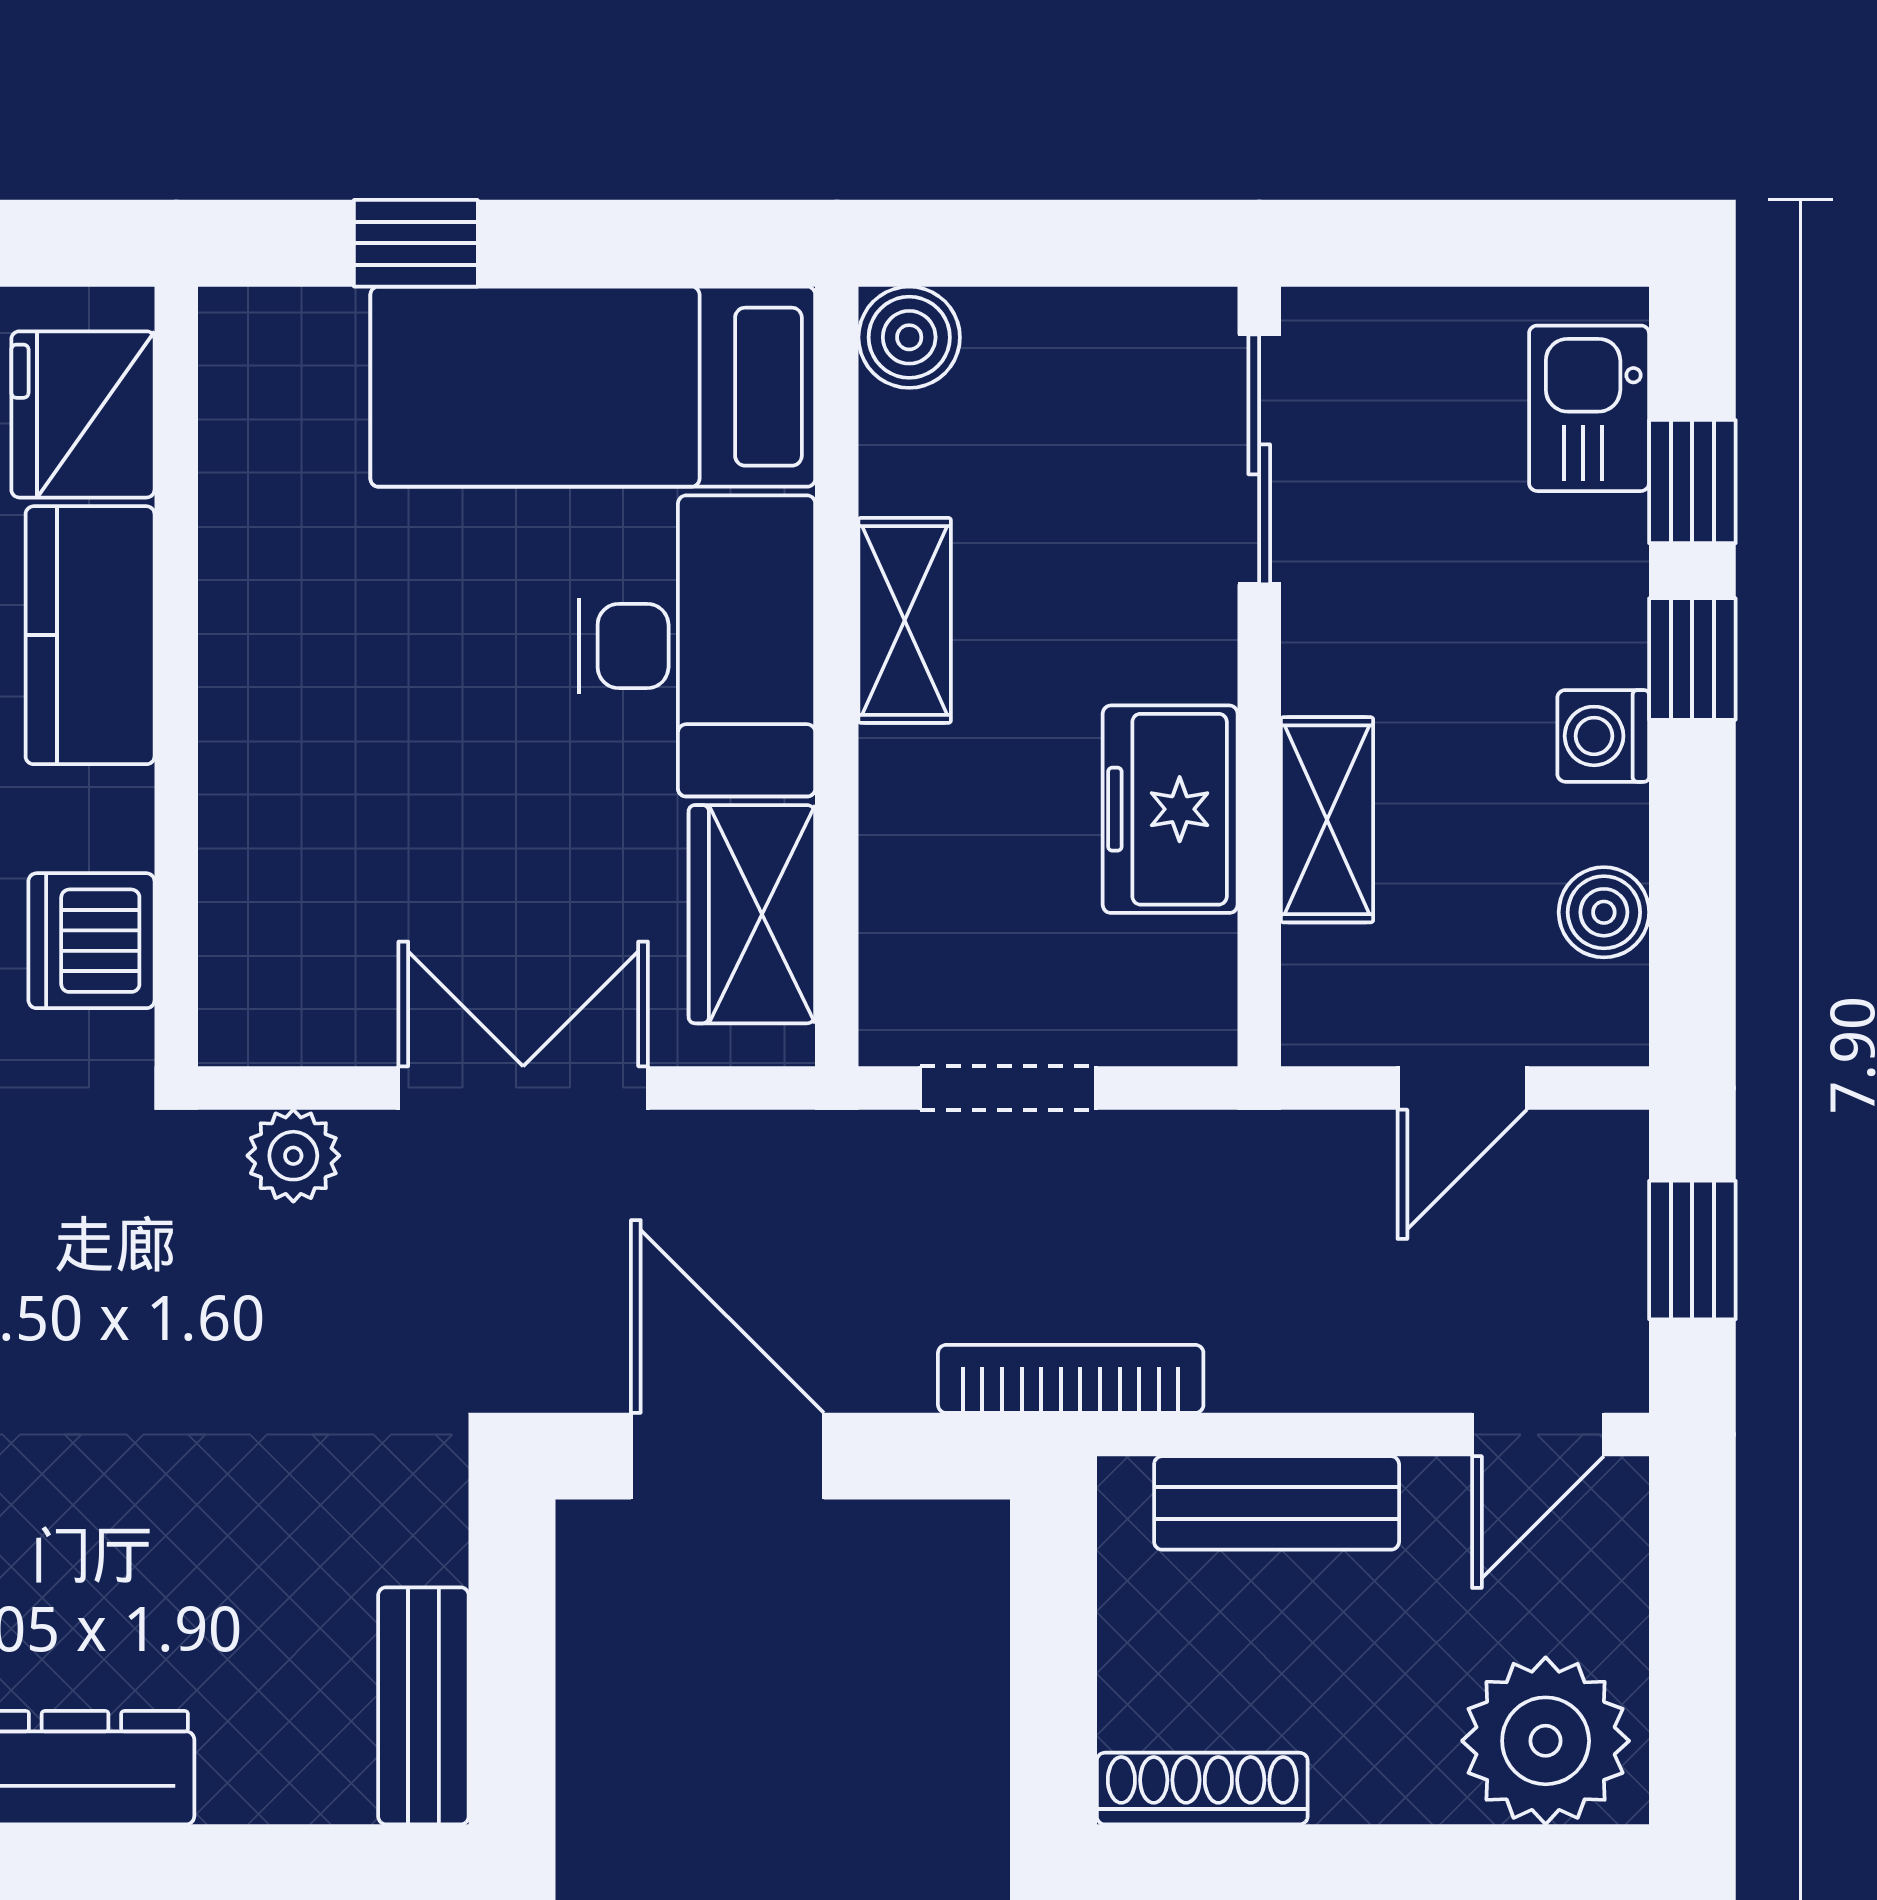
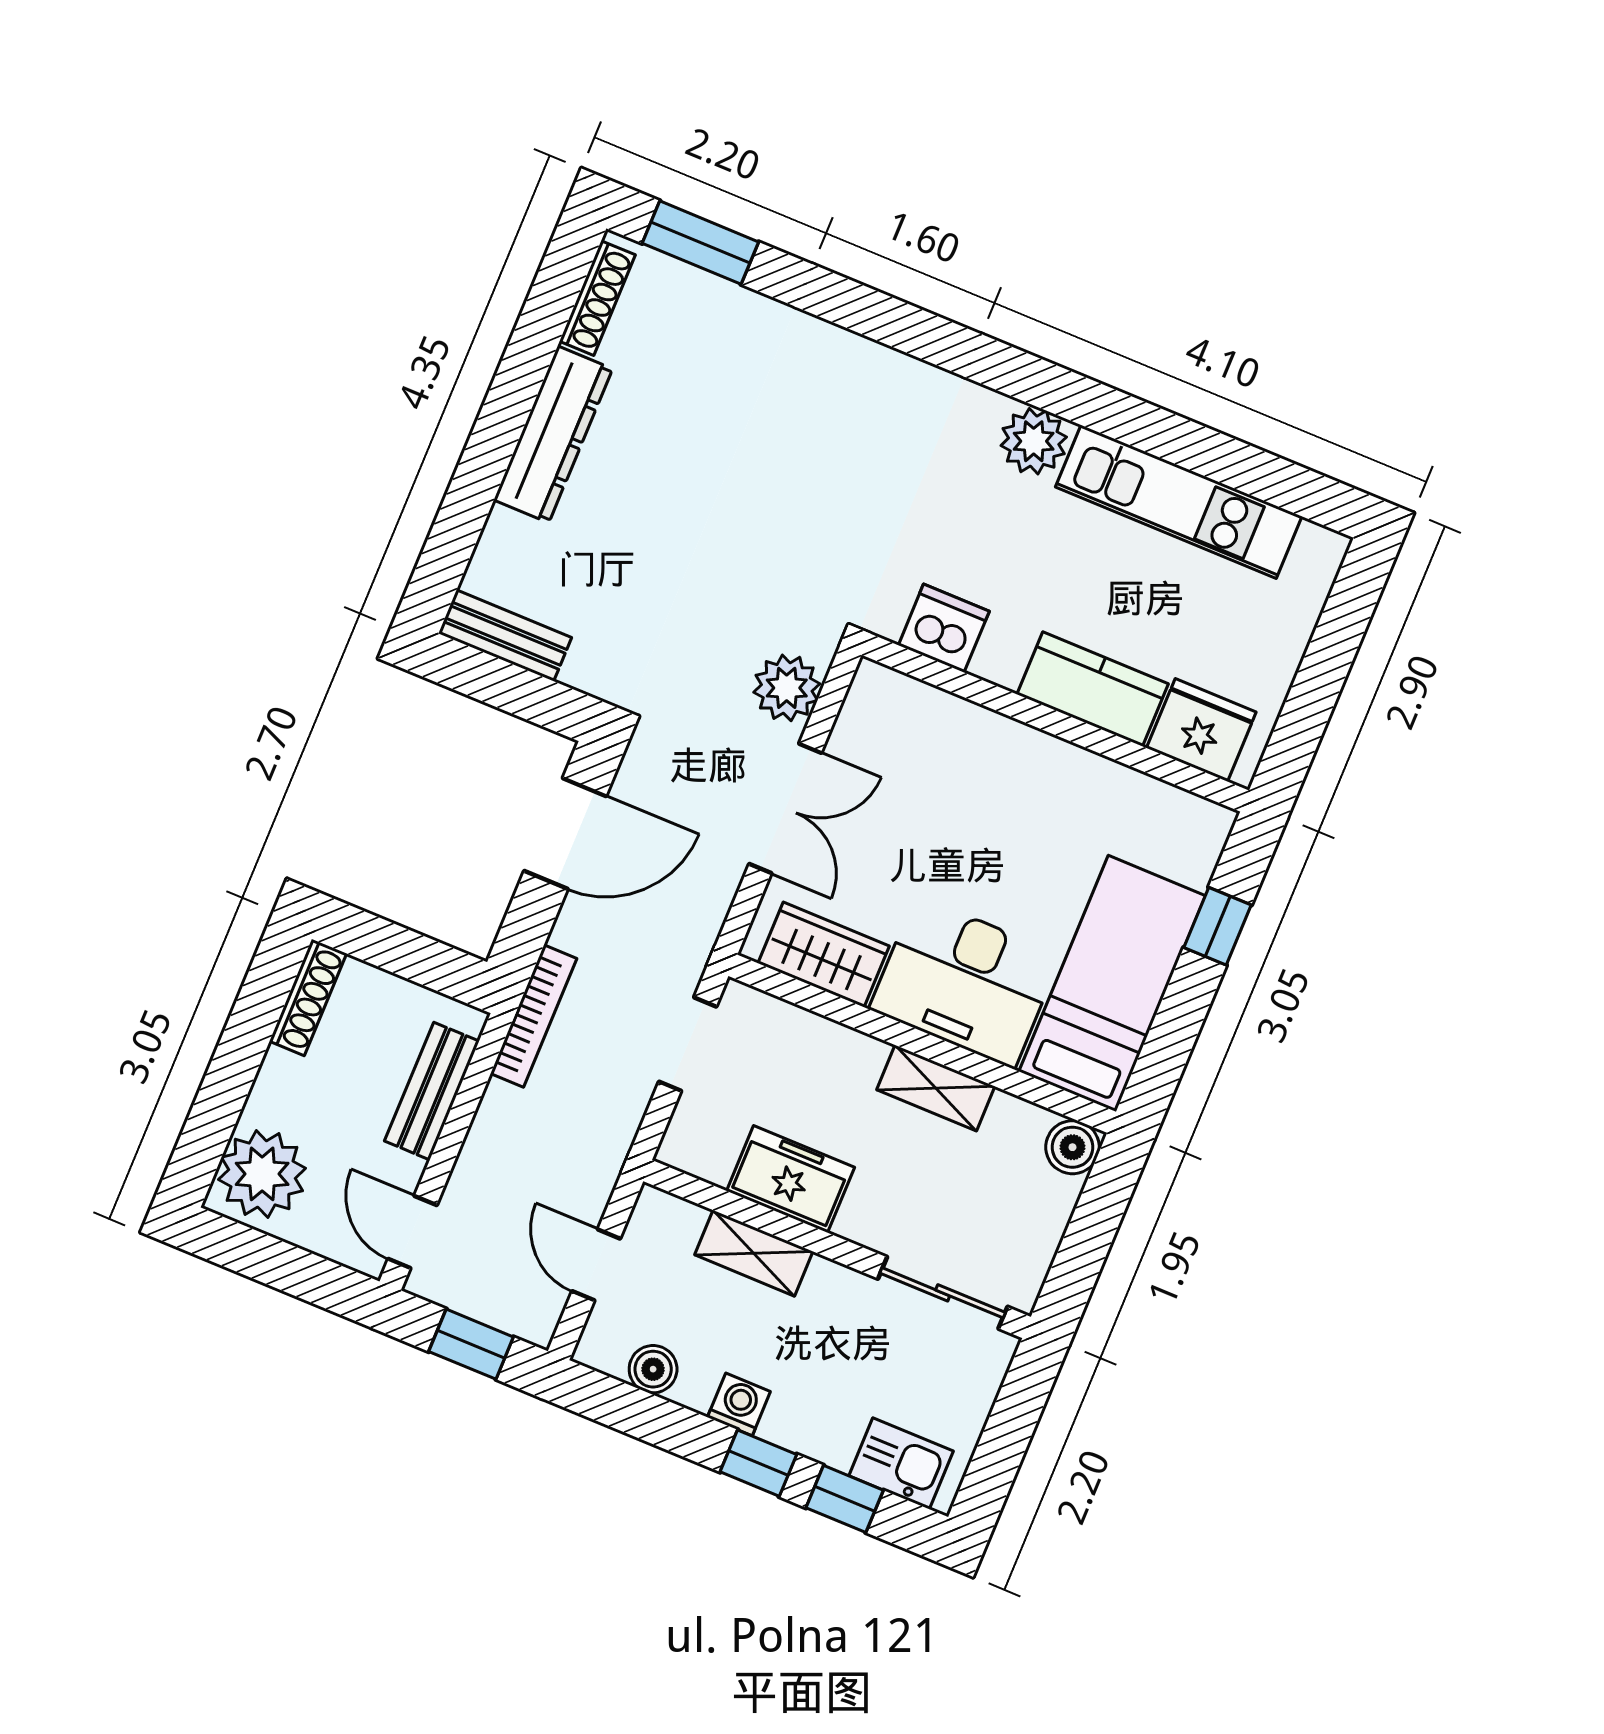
plant: (293, 1156) -> (787, 688), width x1.38, depth x1.38

